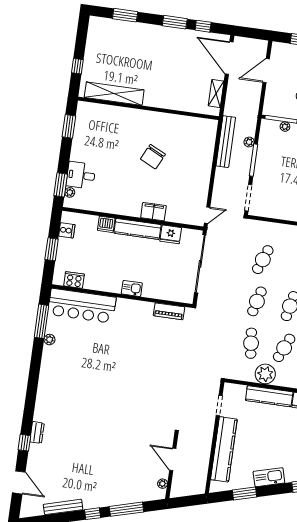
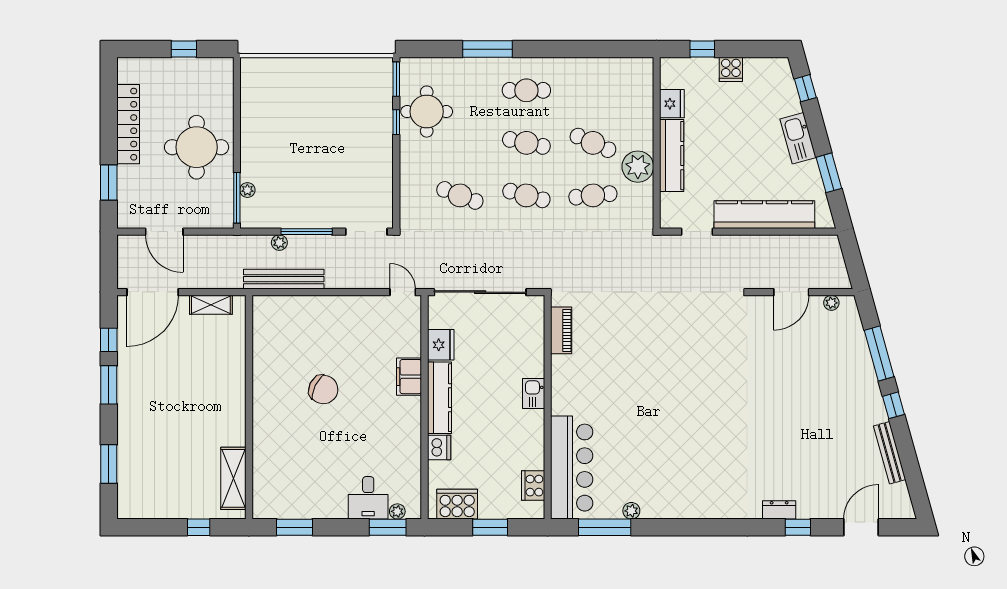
shelving: (114, 94) -> (233, 478), width x0.68
cooker: (67, 230) -> (457, 504), width x1.87, depth x1.31

